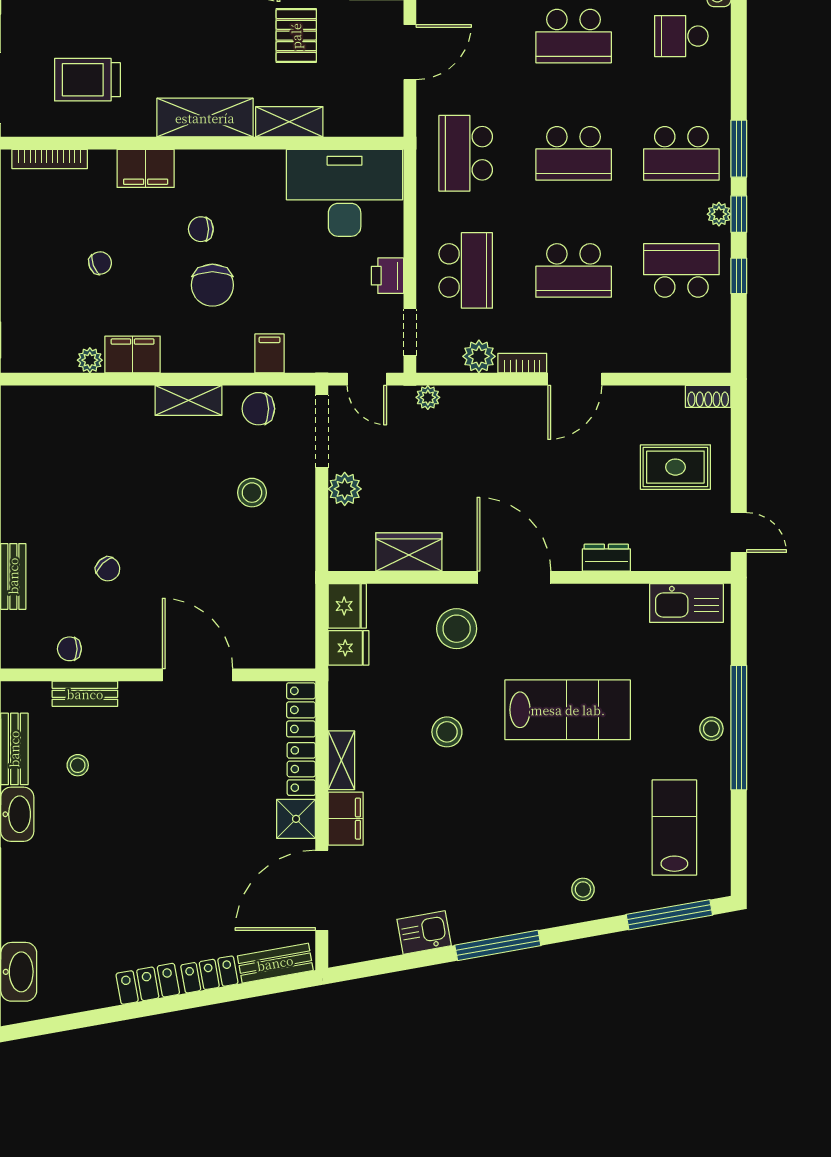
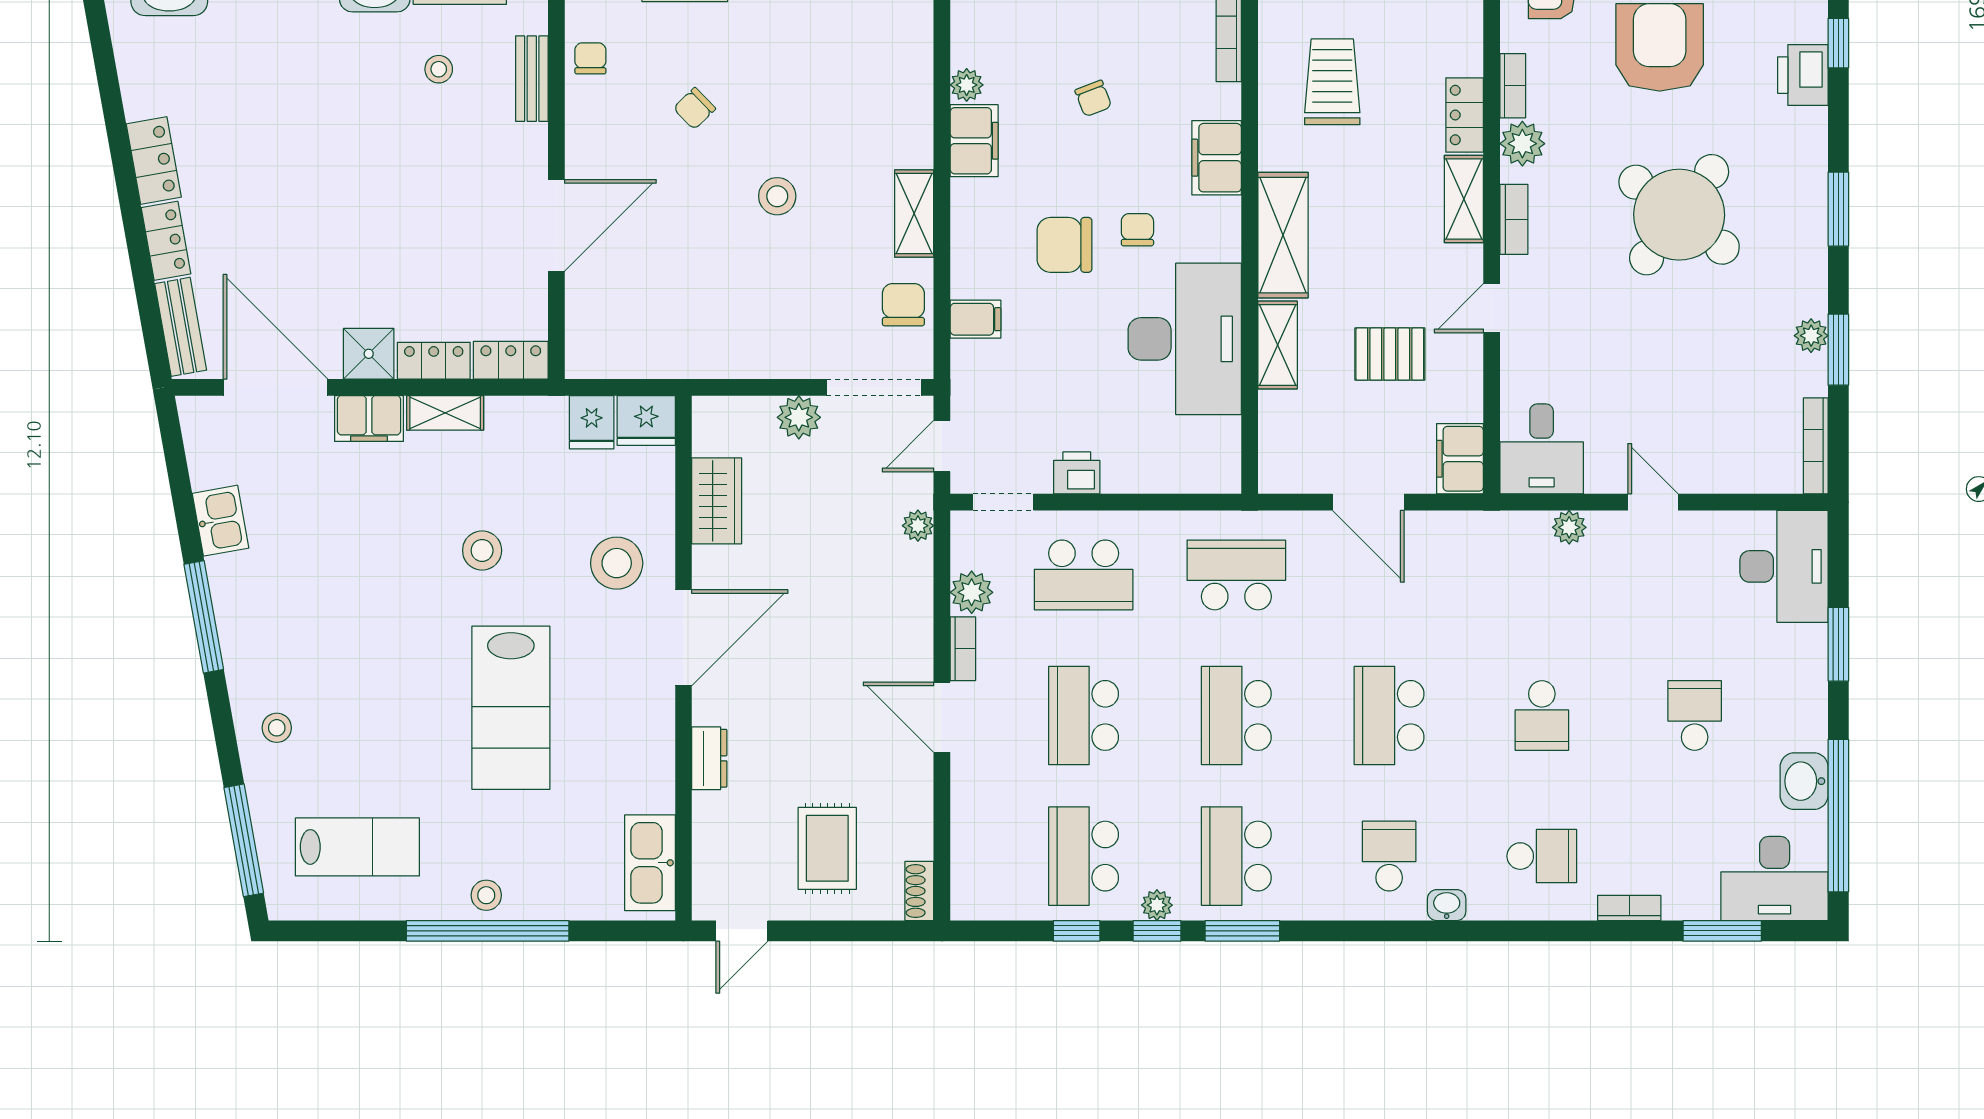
desk: (345, 193) -> (1185, 339), moved
school desk: (681, 270) -> (1084, 856), turned 180
stool: (252, 493) -> (777, 196), moved

